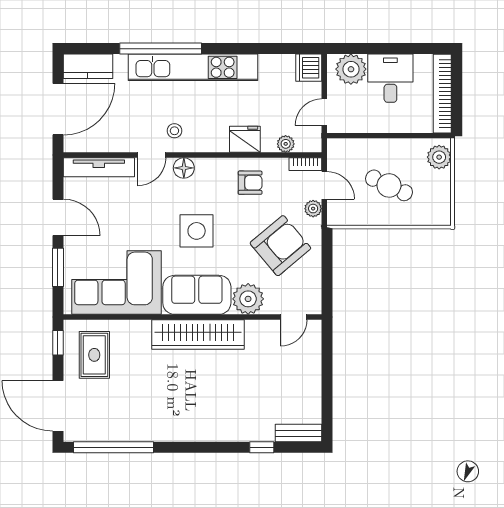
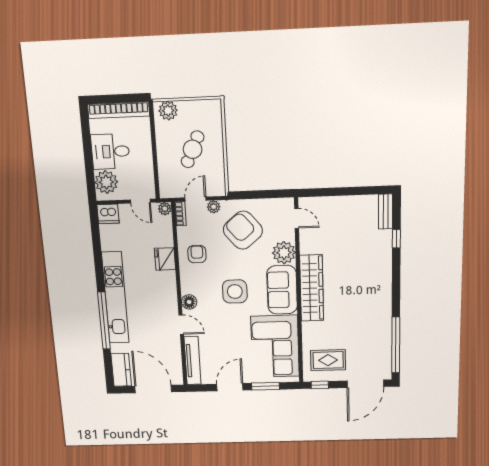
stool: (174, 131) -> (162, 309), removed
plant: (286, 144) -> (165, 209), moved

